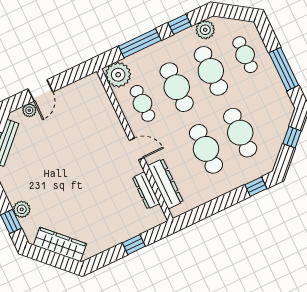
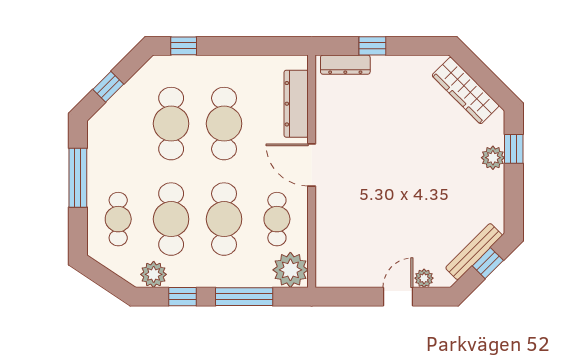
door: (137, 149) -> (312, 165), width x1.38
dresser: (146, 191) -> (345, 65), moved, turned 90

